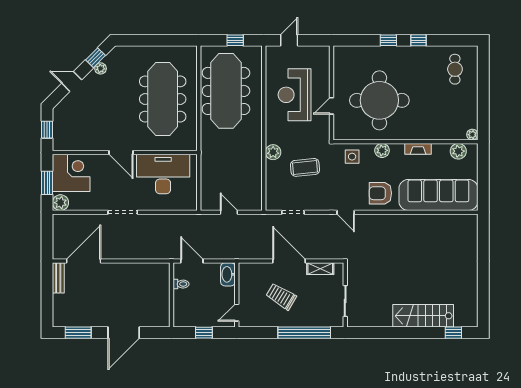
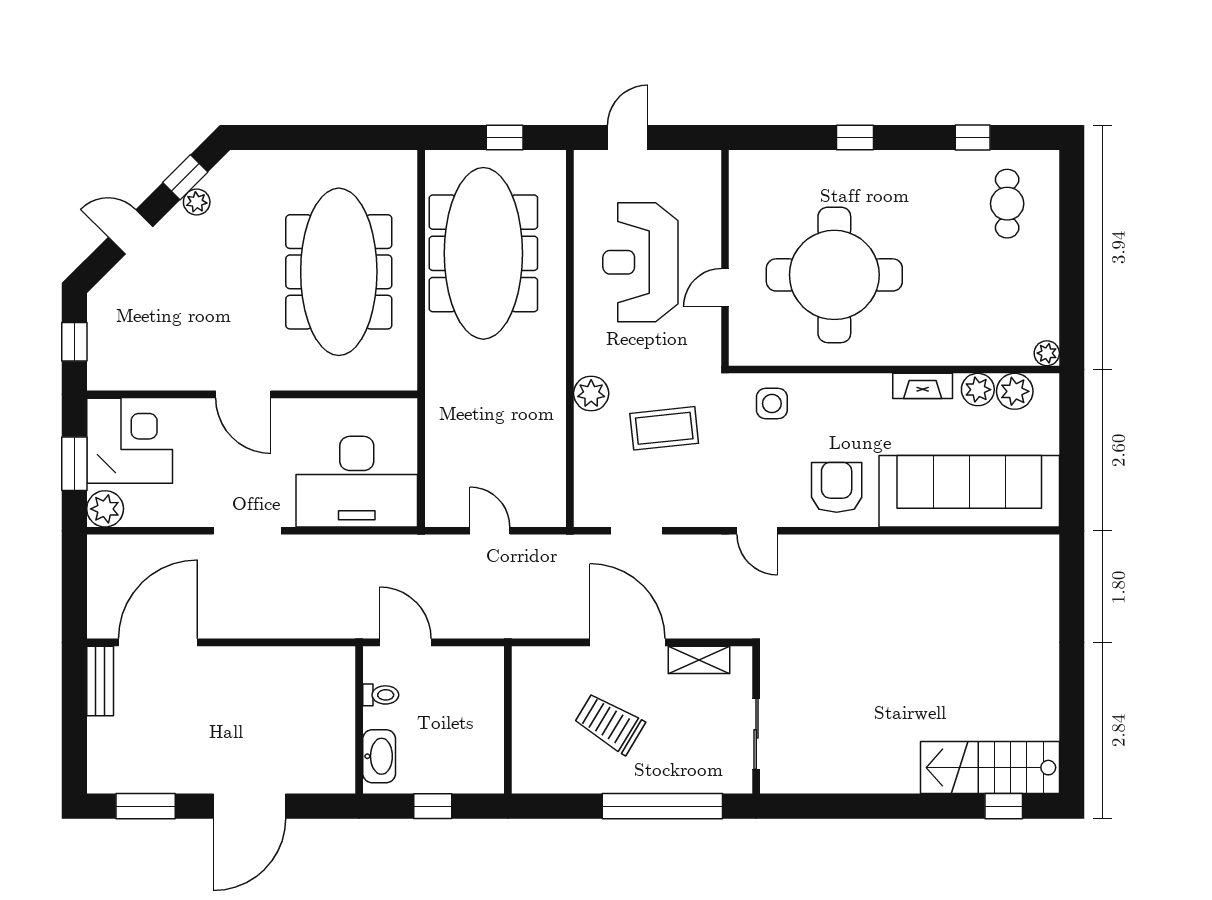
window: (419, 40) -> (973, 138), moved
plant: (382, 150) -> (978, 390), moved
desk: (163, 174) -> (357, 482), moved, turned 180
armchair: (380, 193) -> (837, 487), turned 90
washbasin: (228, 274) -> (379, 756), moved, turned 180
door: (237, 313) -> (508, 760), removed
stairs: (423, 316) -> (990, 768), moved

